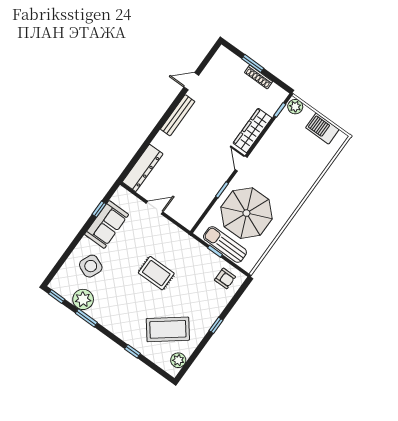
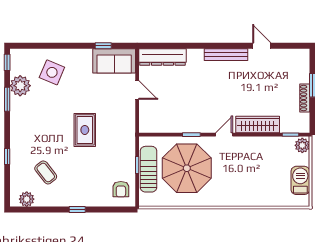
sofa: (107, 224) -> (114, 61), moved
coffee table: (168, 329) -> (46, 172), width x0.54, depth x0.58

